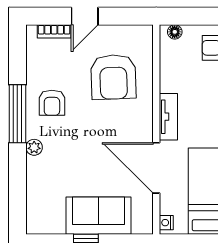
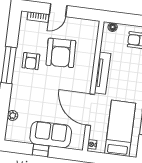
armchair: (113, 77) -> (61, 53), moved
tv unit: (168, 117) -> (103, 73), width x1.41
plant: (34, 147) -> (13, 115), moved

